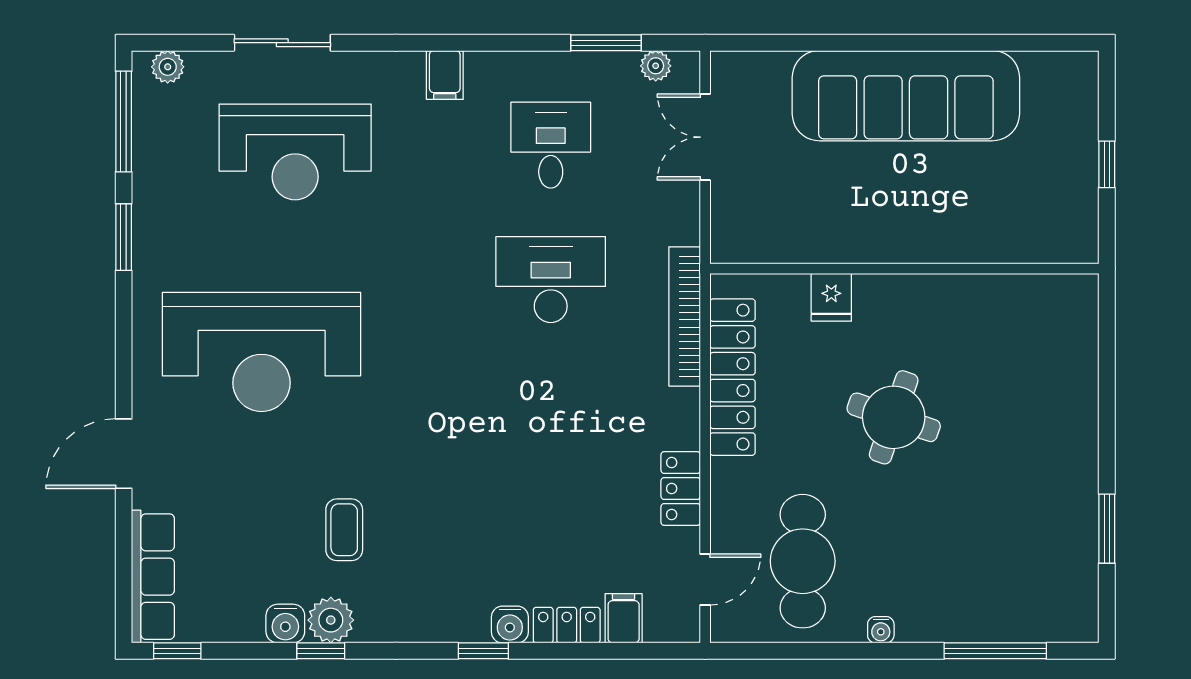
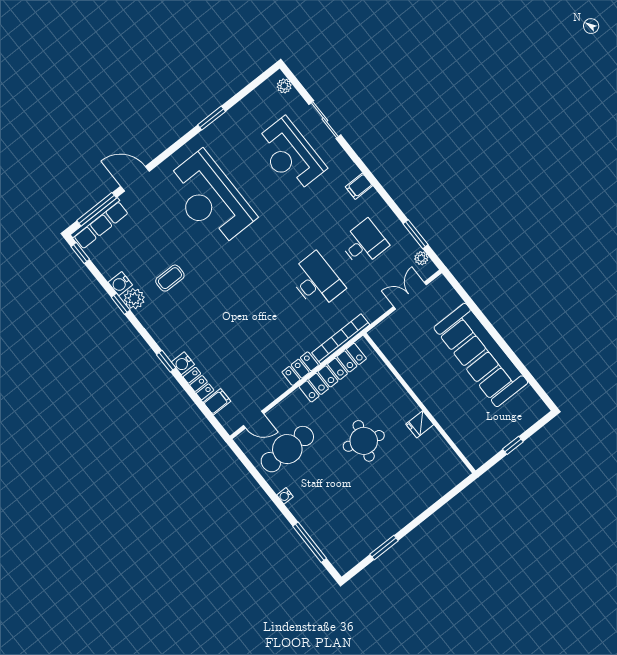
window: (124, 122) -> (97, 209), moved
fridge: (831, 297) -> (420, 424), moved
locker: (681, 488) -> (300, 369), moved

